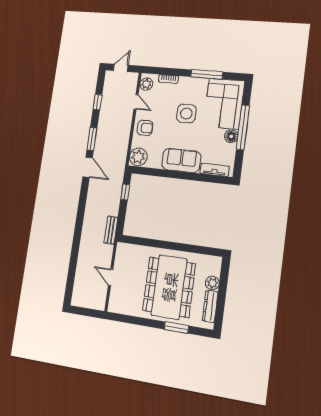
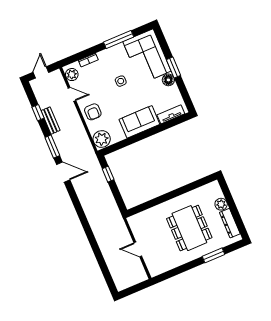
side table: (186, 114) -> (121, 81), width x0.54, depth x0.54
window: (243, 127) -> (173, 67), width x0.47
armchair: (145, 128) -> (93, 112), turned 90
bench: (111, 230) -> (51, 121), moved
dining table: (169, 287) -> (189, 228), width x0.73, depth x0.80

